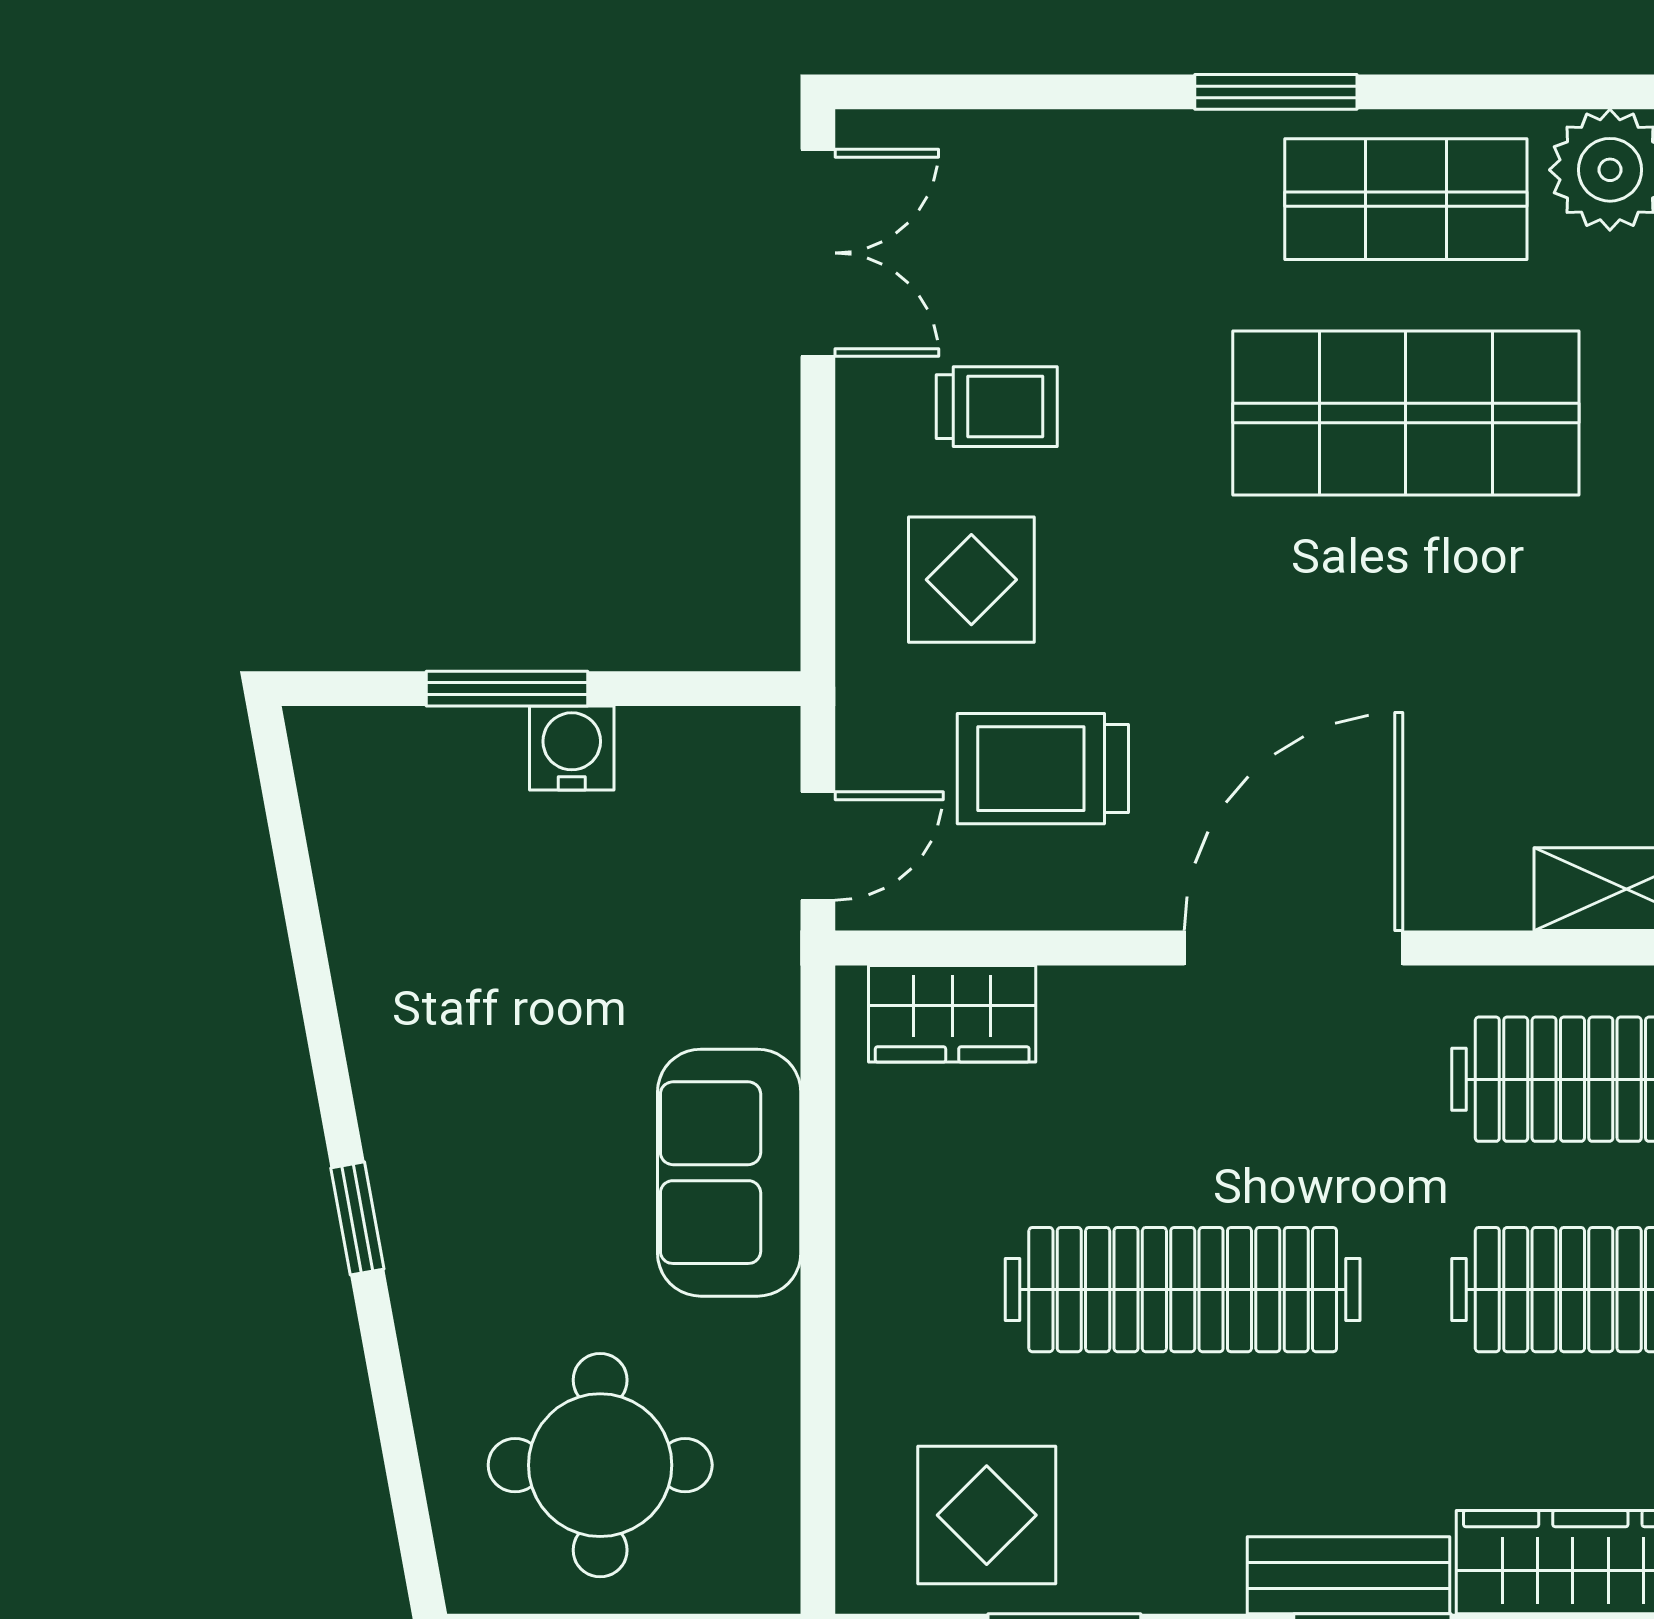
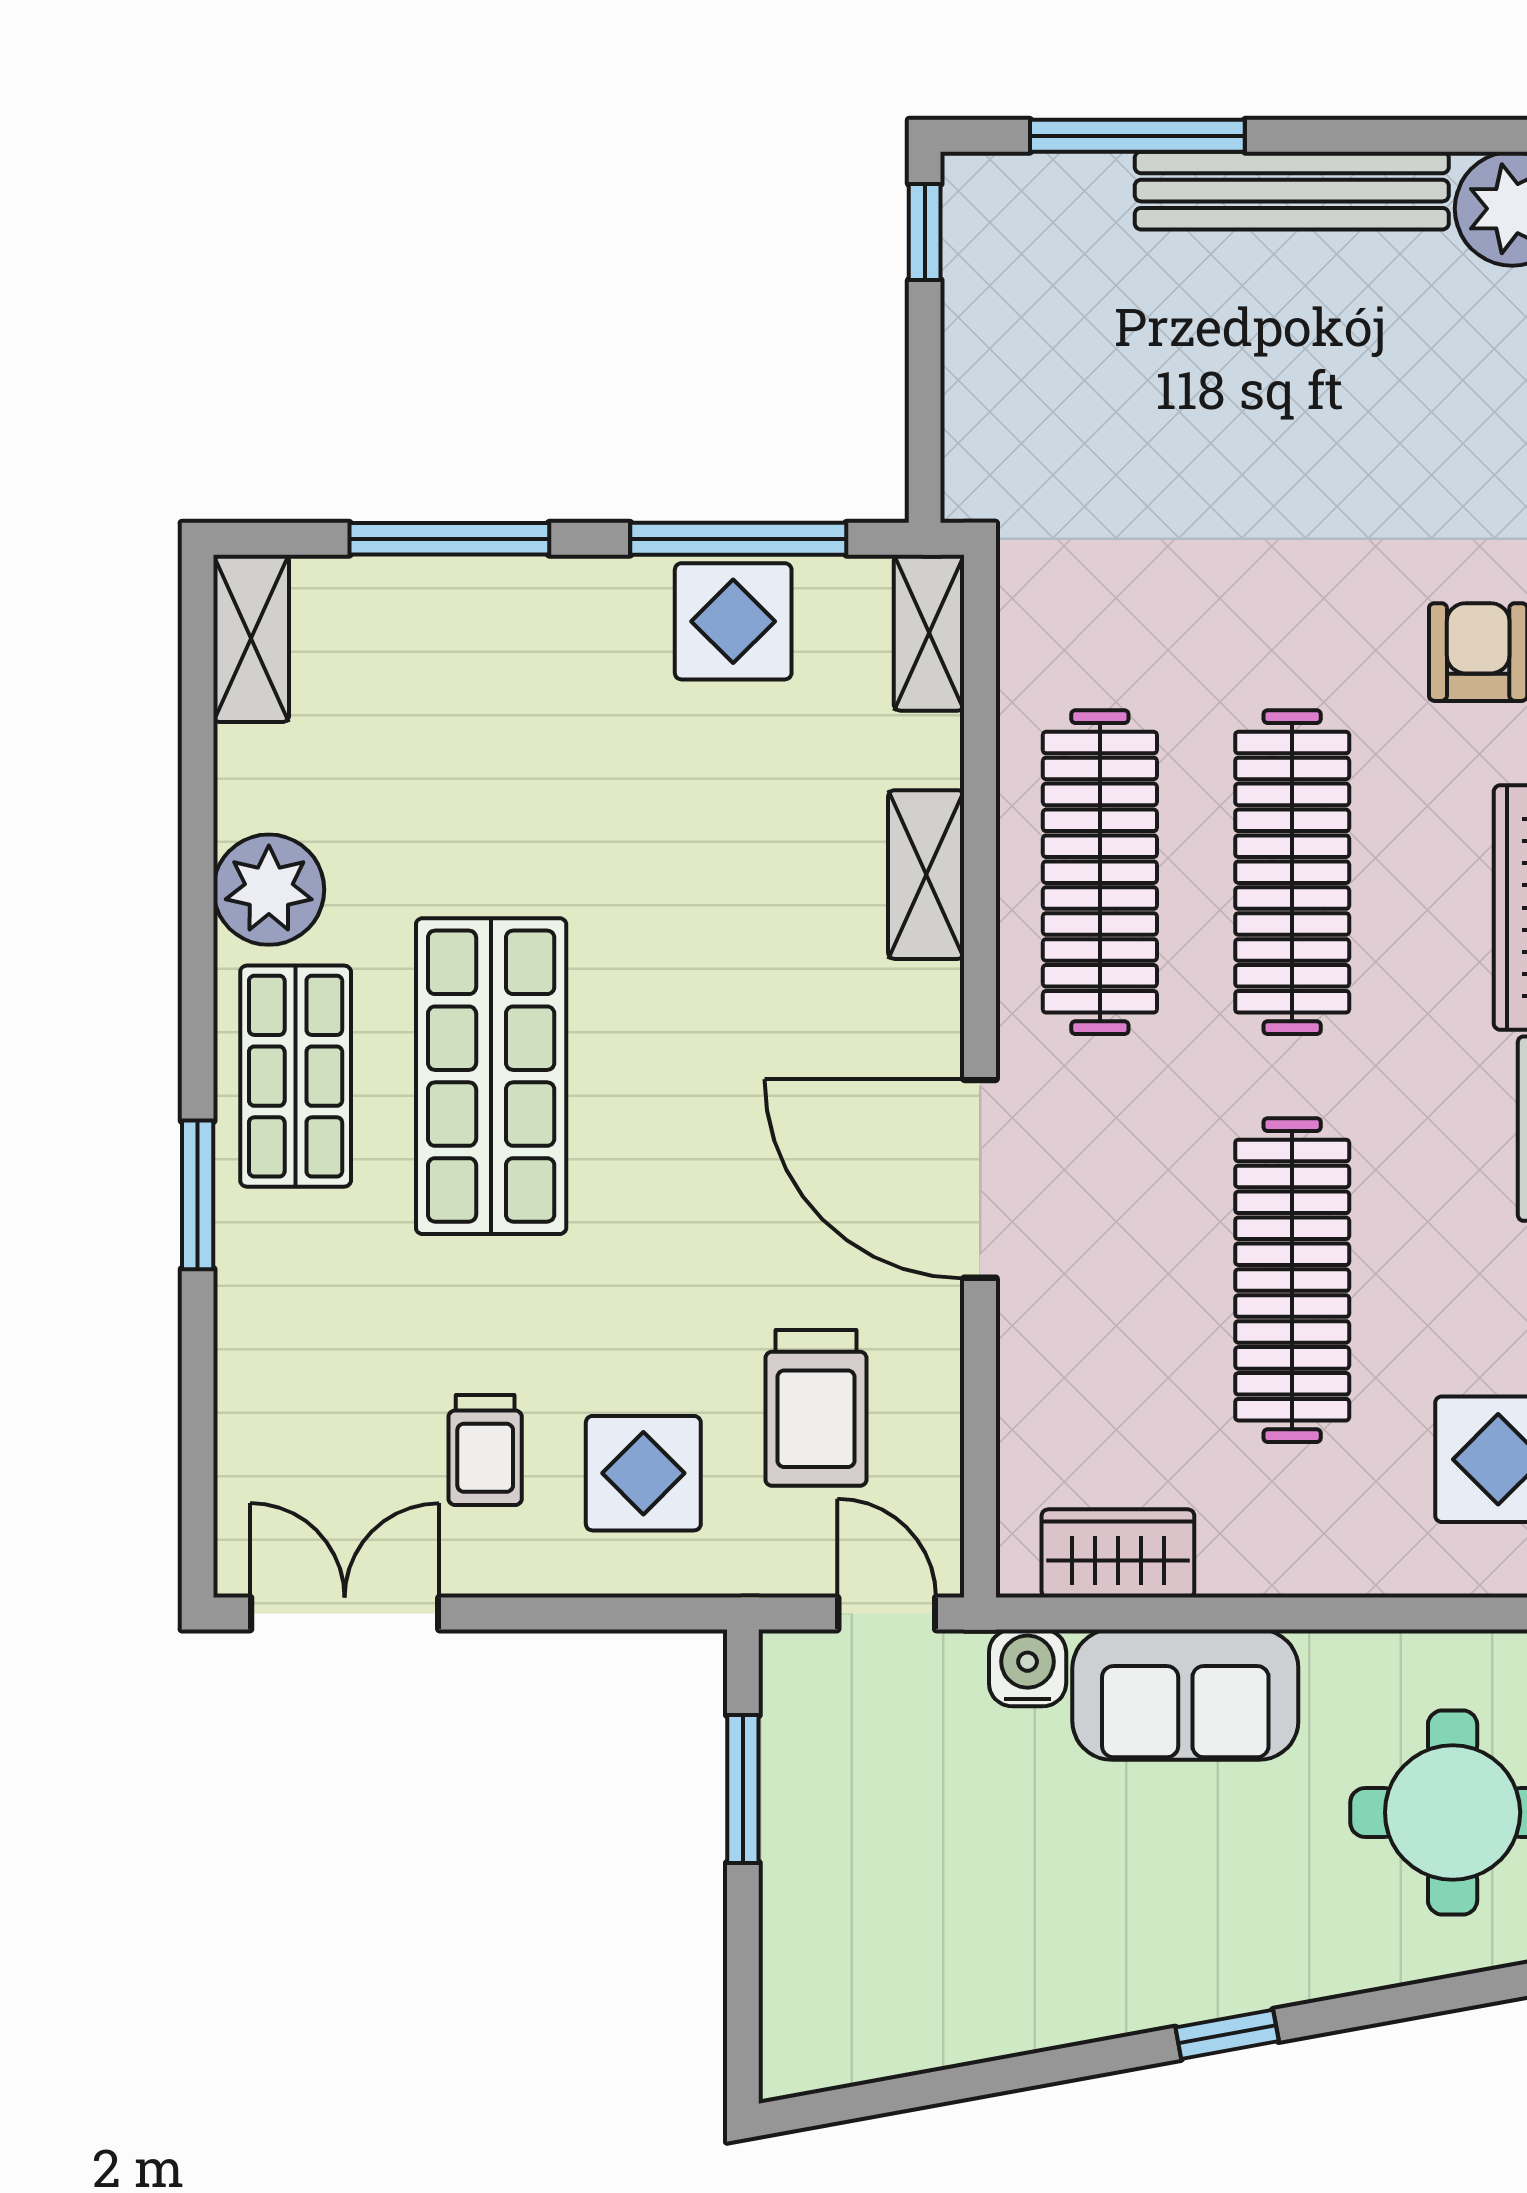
trolley: (997, 407) -> (485, 1450), turned 180
window: (507, 689) -> (743, 1789), moved
water cooler: (572, 748) -> (1028, 1668), moved, turned 90
wardrobe: (952, 1014) -> (1118, 1553), moved, turned -90

